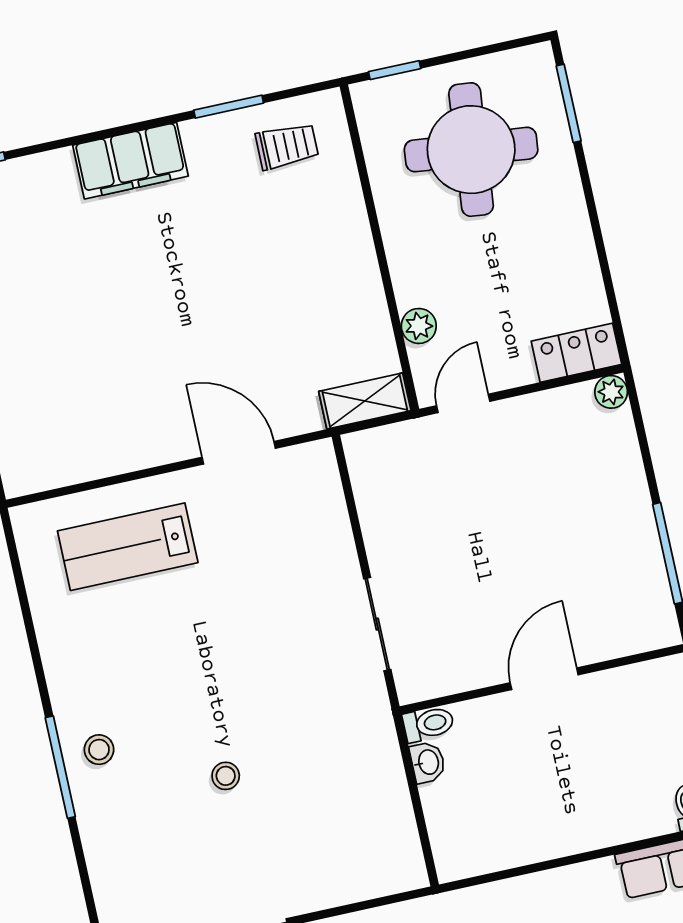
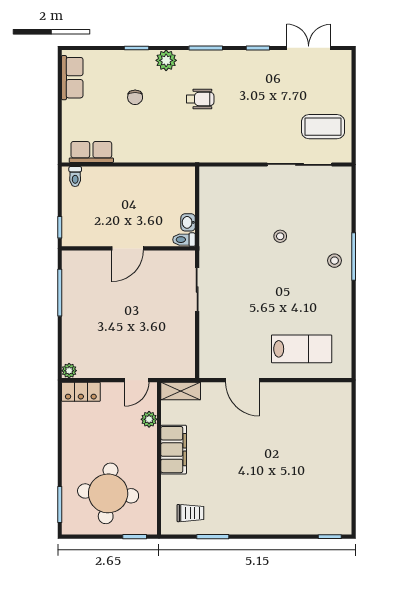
trolley: (287, 146) -> (190, 513), turned 180
filing cabinet: (130, 161) -> (174, 450), moved, turned 90

